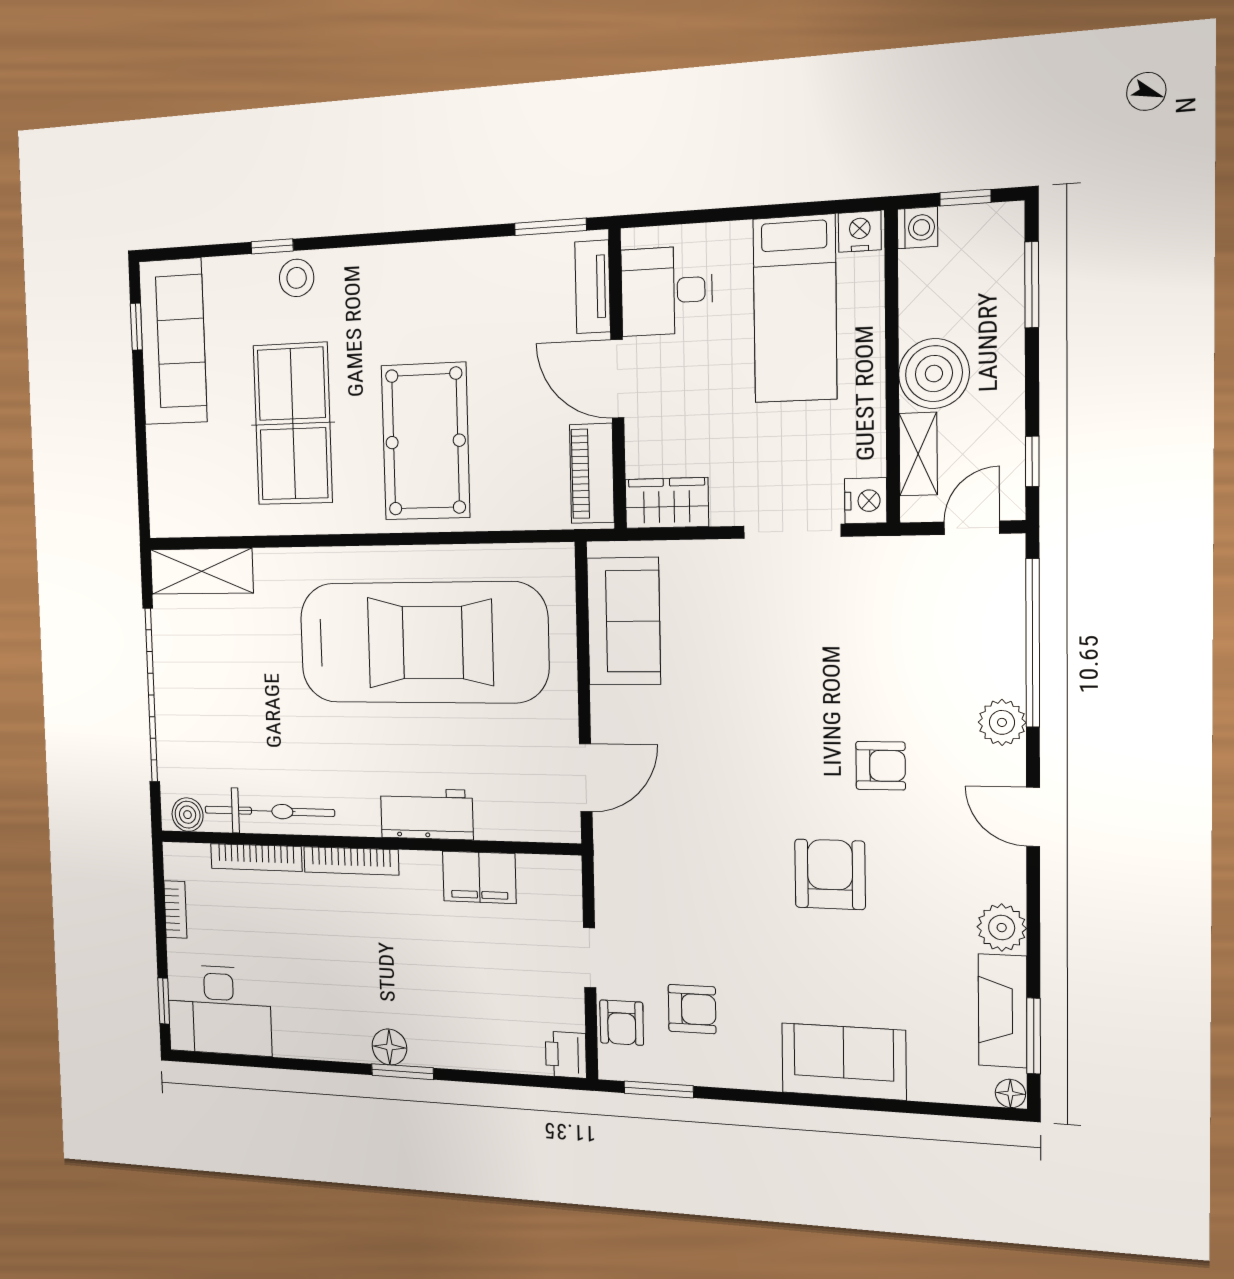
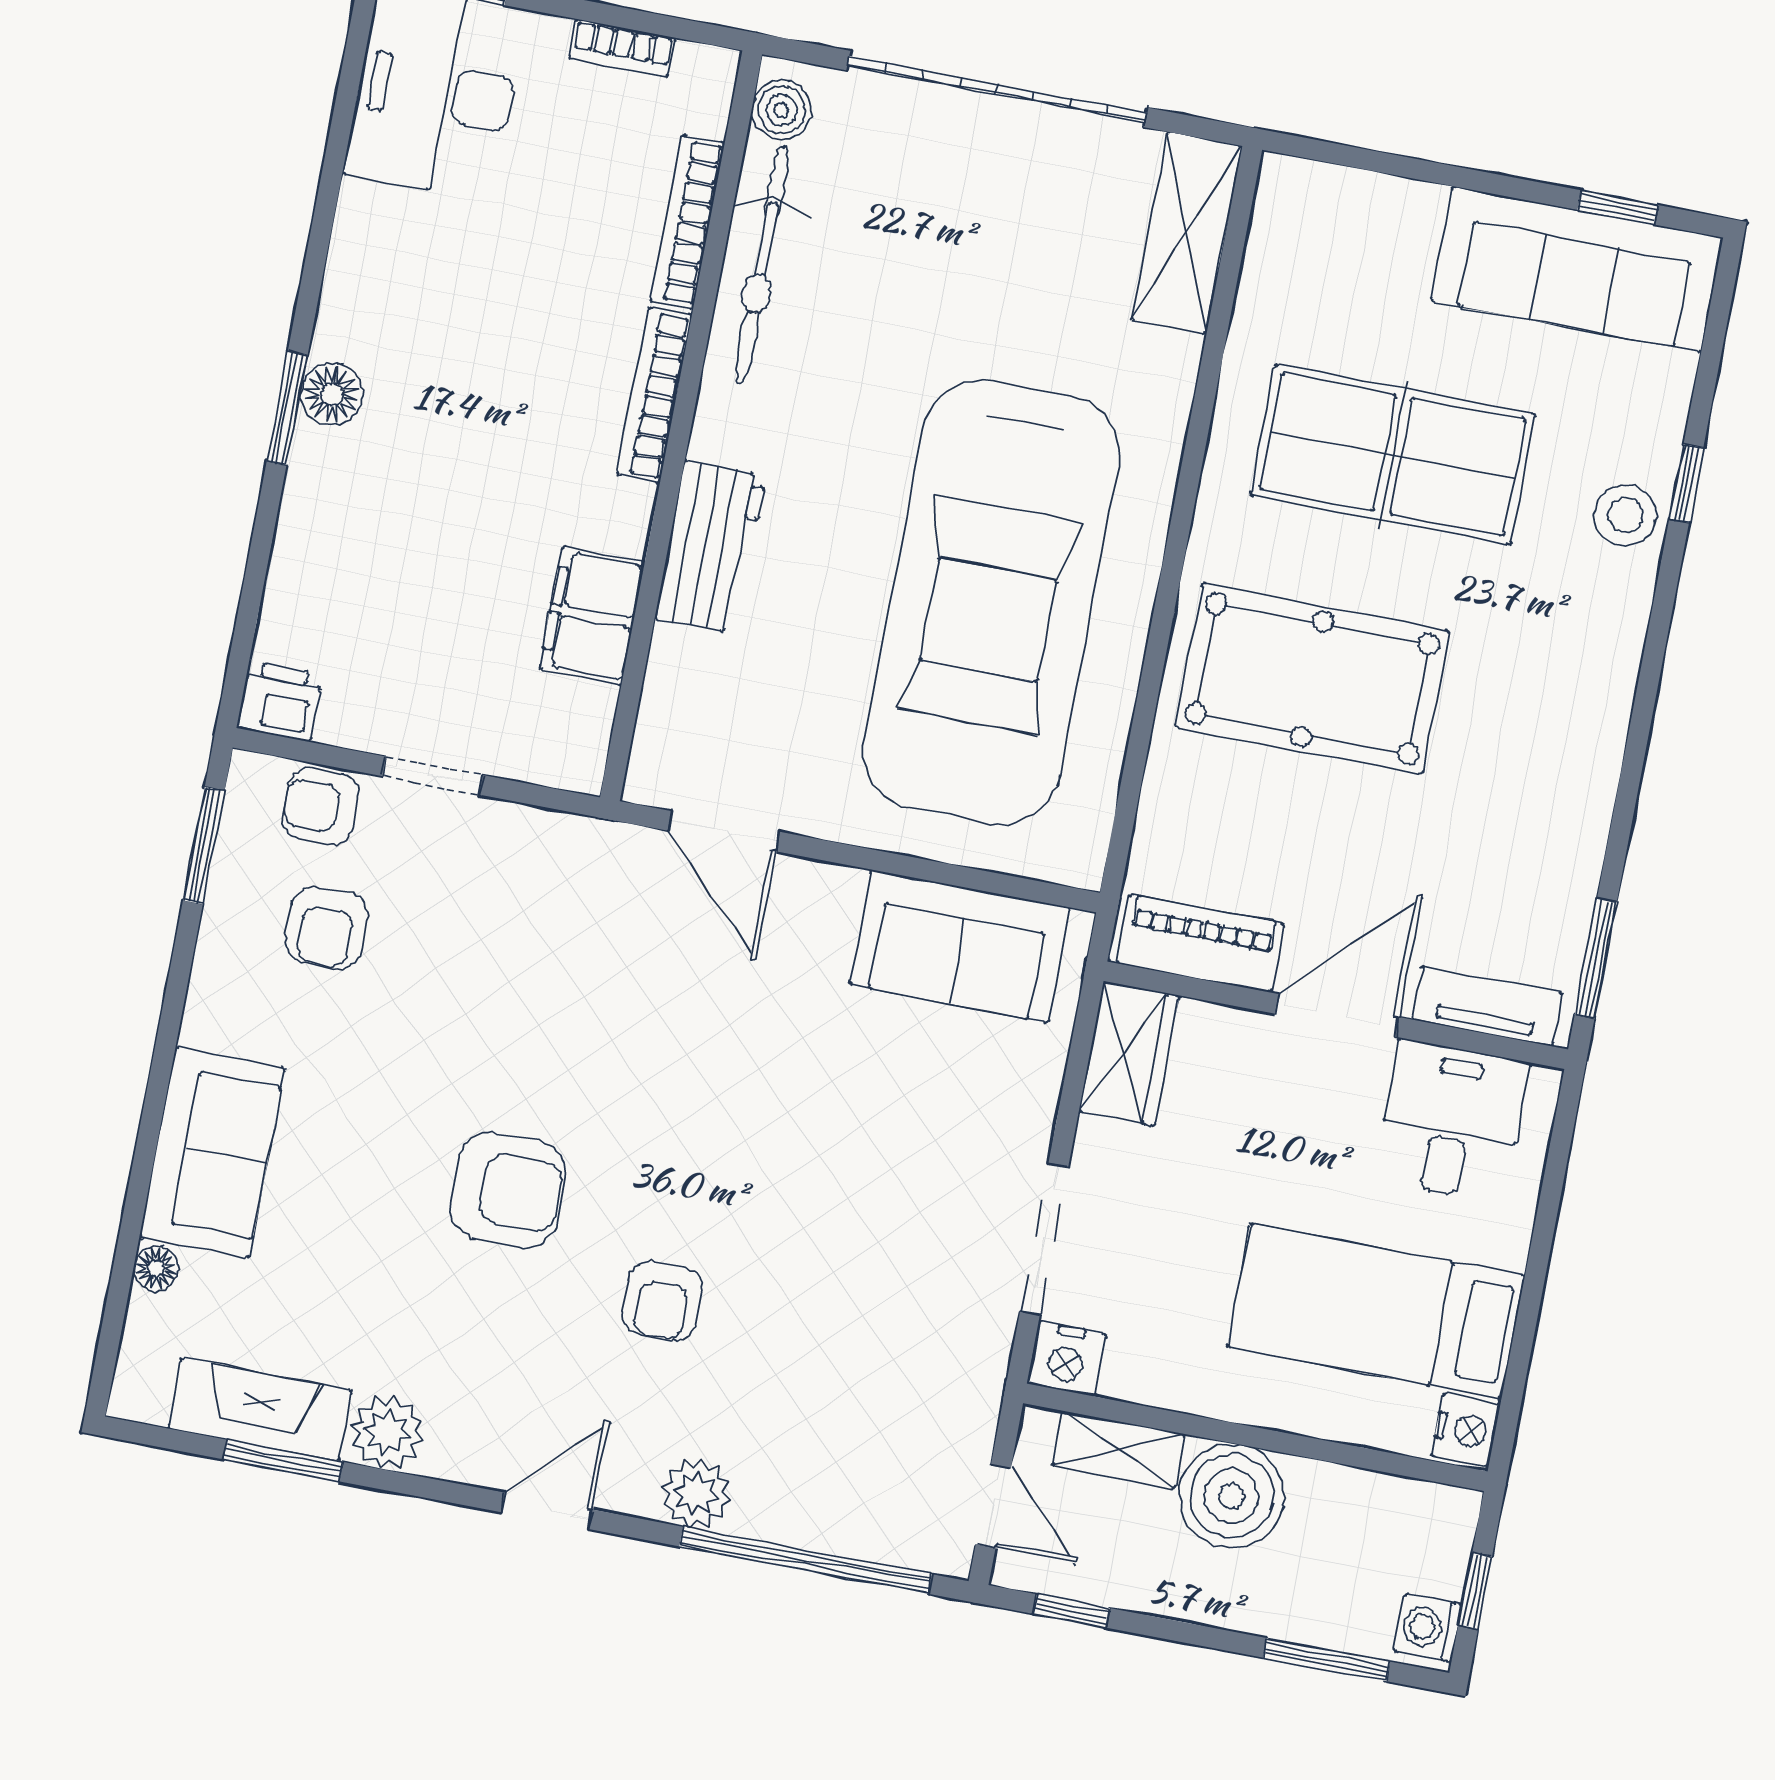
washing machine: (917, 228) -> (1428, 1628), moved, turned 90
window: (1034, 1036) -> (283, 1461), moved
floor lamp: (1010, 1093) -> (156, 1268), moved

